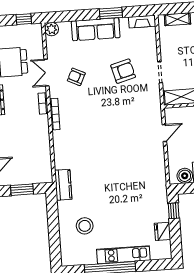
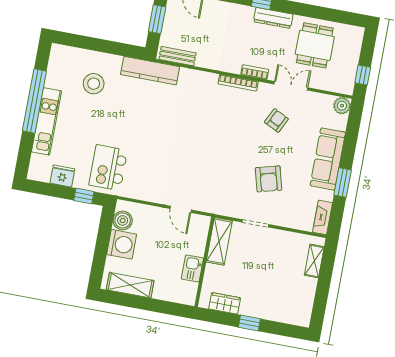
bench: (46, 166) -> (177, 56), added
kitchen counter: (63, 185) -> (150, 71), width x1.50
kitchen island: (147, 198) -> (108, 168), added

